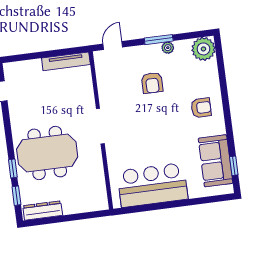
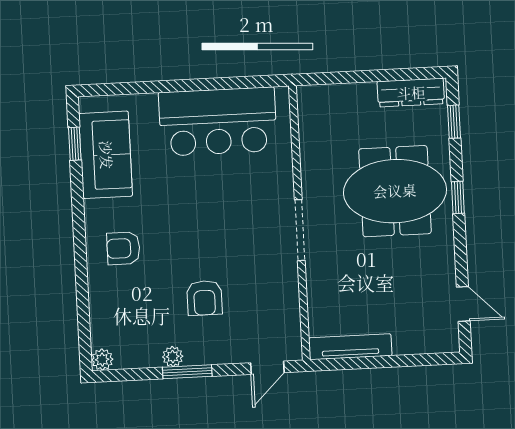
plant: (203, 49) -> (102, 360), width x0.53, depth x0.53
armchair: (152, 83) -> (204, 298), turned 180
window: (13, 168) -> (458, 198), moved

